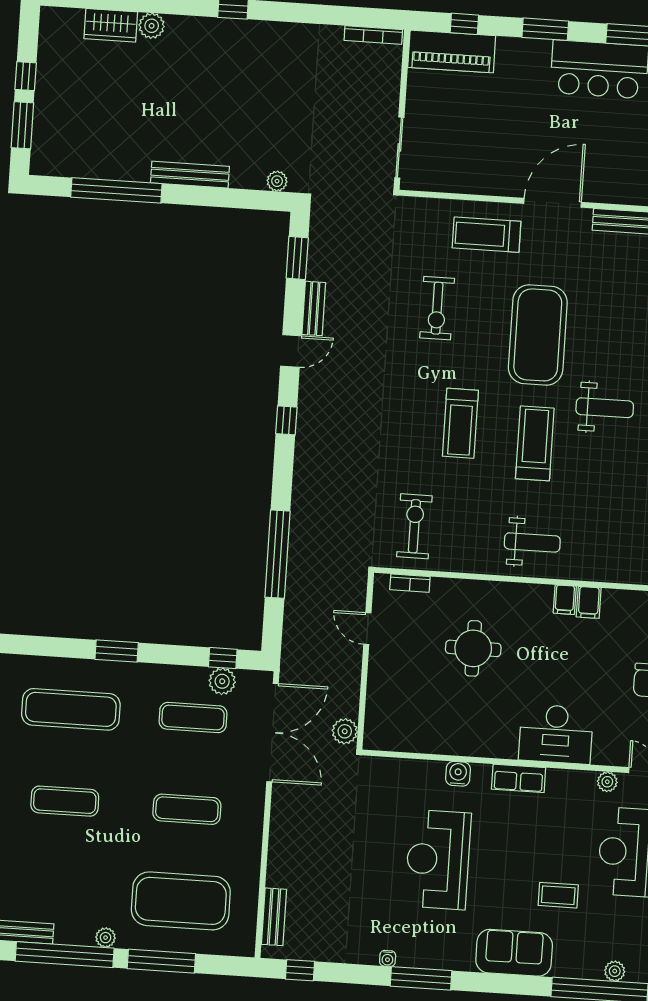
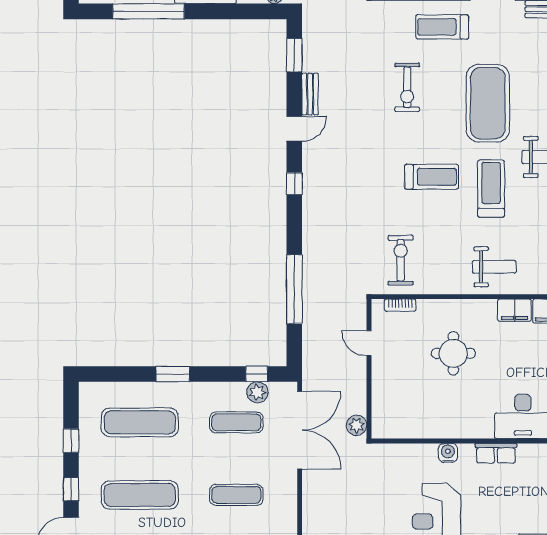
treadmill: (460, 423) -> (432, 177), turned -90
filing cabinet: (565, 600) -> (514, 310), width x2.00
exercise mat: (65, 801) -> (140, 495), width x1.36, depth x1.45

